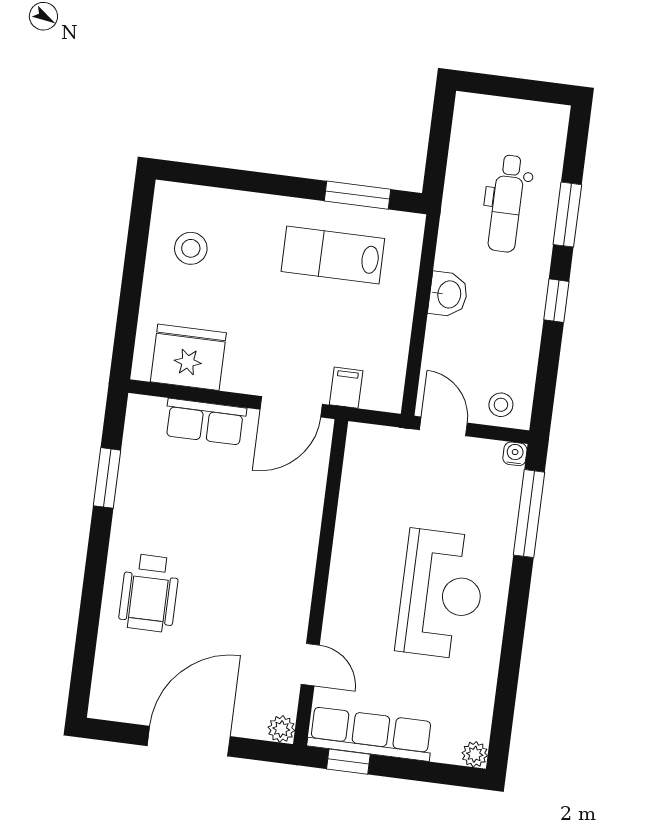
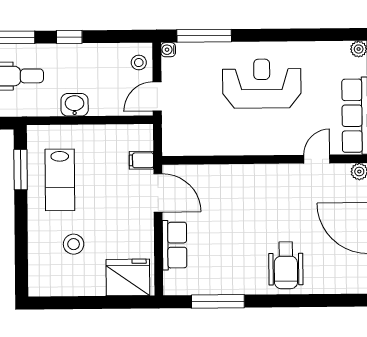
stool: (191, 248) -> (74, 244), moved
fridge: (188, 357) -> (128, 277), moved, turned 90
window: (107, 478) -> (218, 301), width x1.44
wheelchair: (149, 593) -> (286, 265), turned 90

